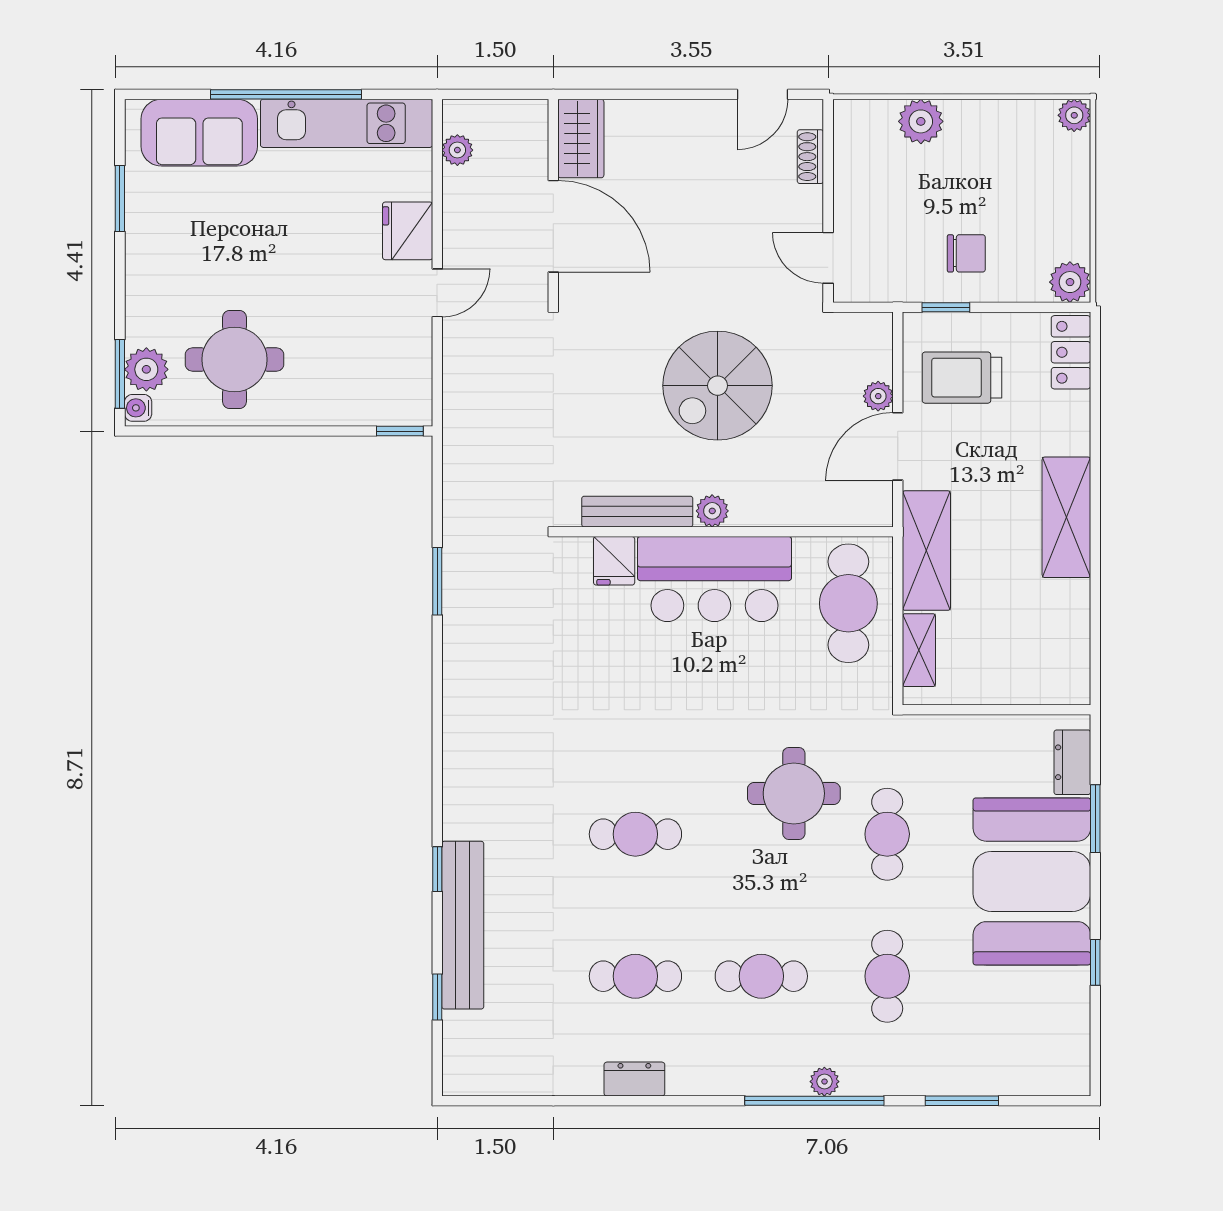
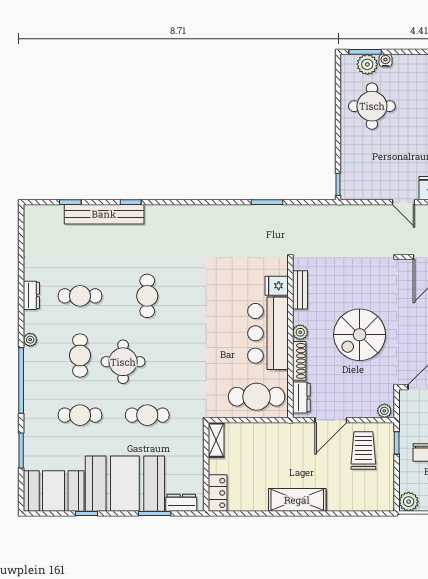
locker: (1071, 352) -> (218, 493), moved, turned 90
spiral stairs: (718, 386) -> (360, 335), turned -90
plant: (878, 396) -> (384, 411), moved
water cooler: (138, 408) -> (385, 60), moved
door: (898, 446) -> (331, 420), swing flipped
dresser: (850, 509) -> (301, 398), added
bench: (637, 512) -> (300, 290), width x0.73
shoe rack: (773, 513) -> (299, 361), added
shelving: (926, 551) -> (281, 434), removed
shelving: (919, 650) -> (216, 440), moved, turned 90
round table: (794, 793) -> (123, 362), moved
cafe table: (635, 976) -> (80, 296), turned 90
booth: (1048, 1032) -> (54, 491), added
plant: (824, 1082) -> (30, 340), moved

